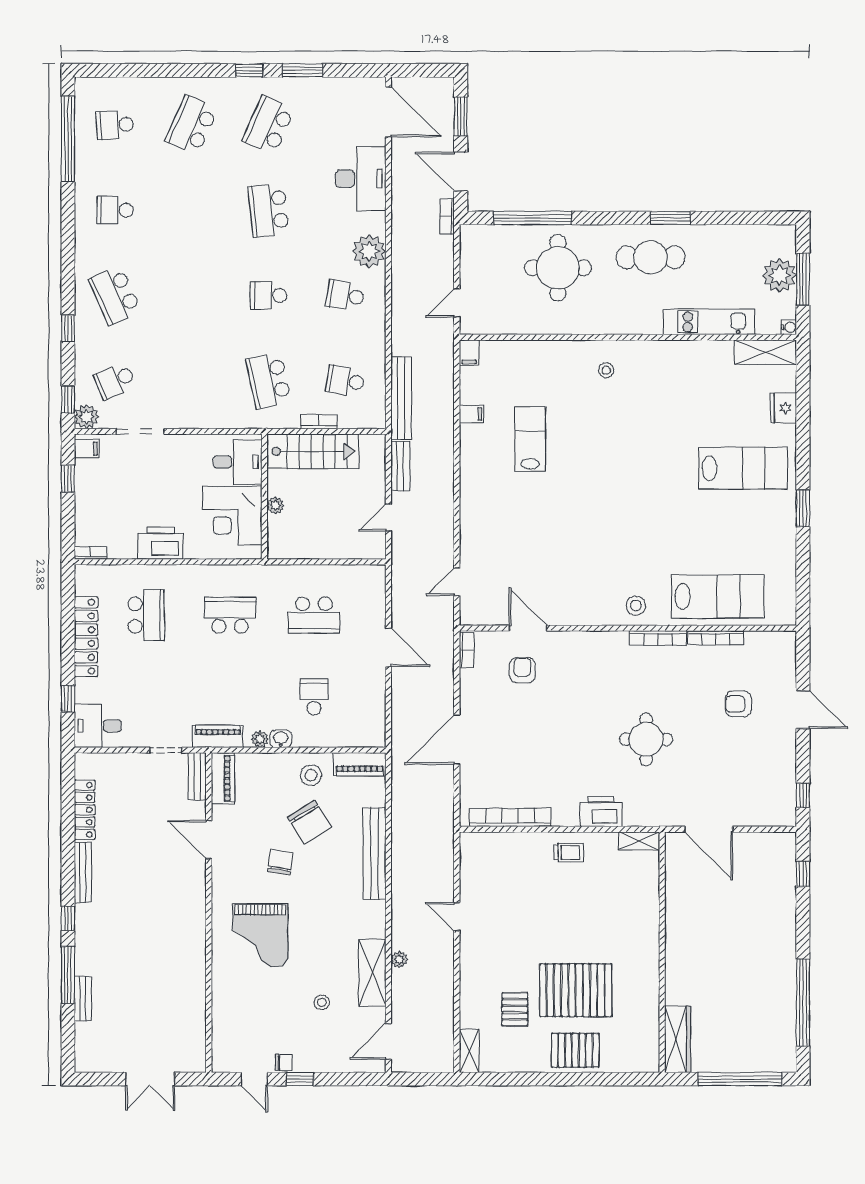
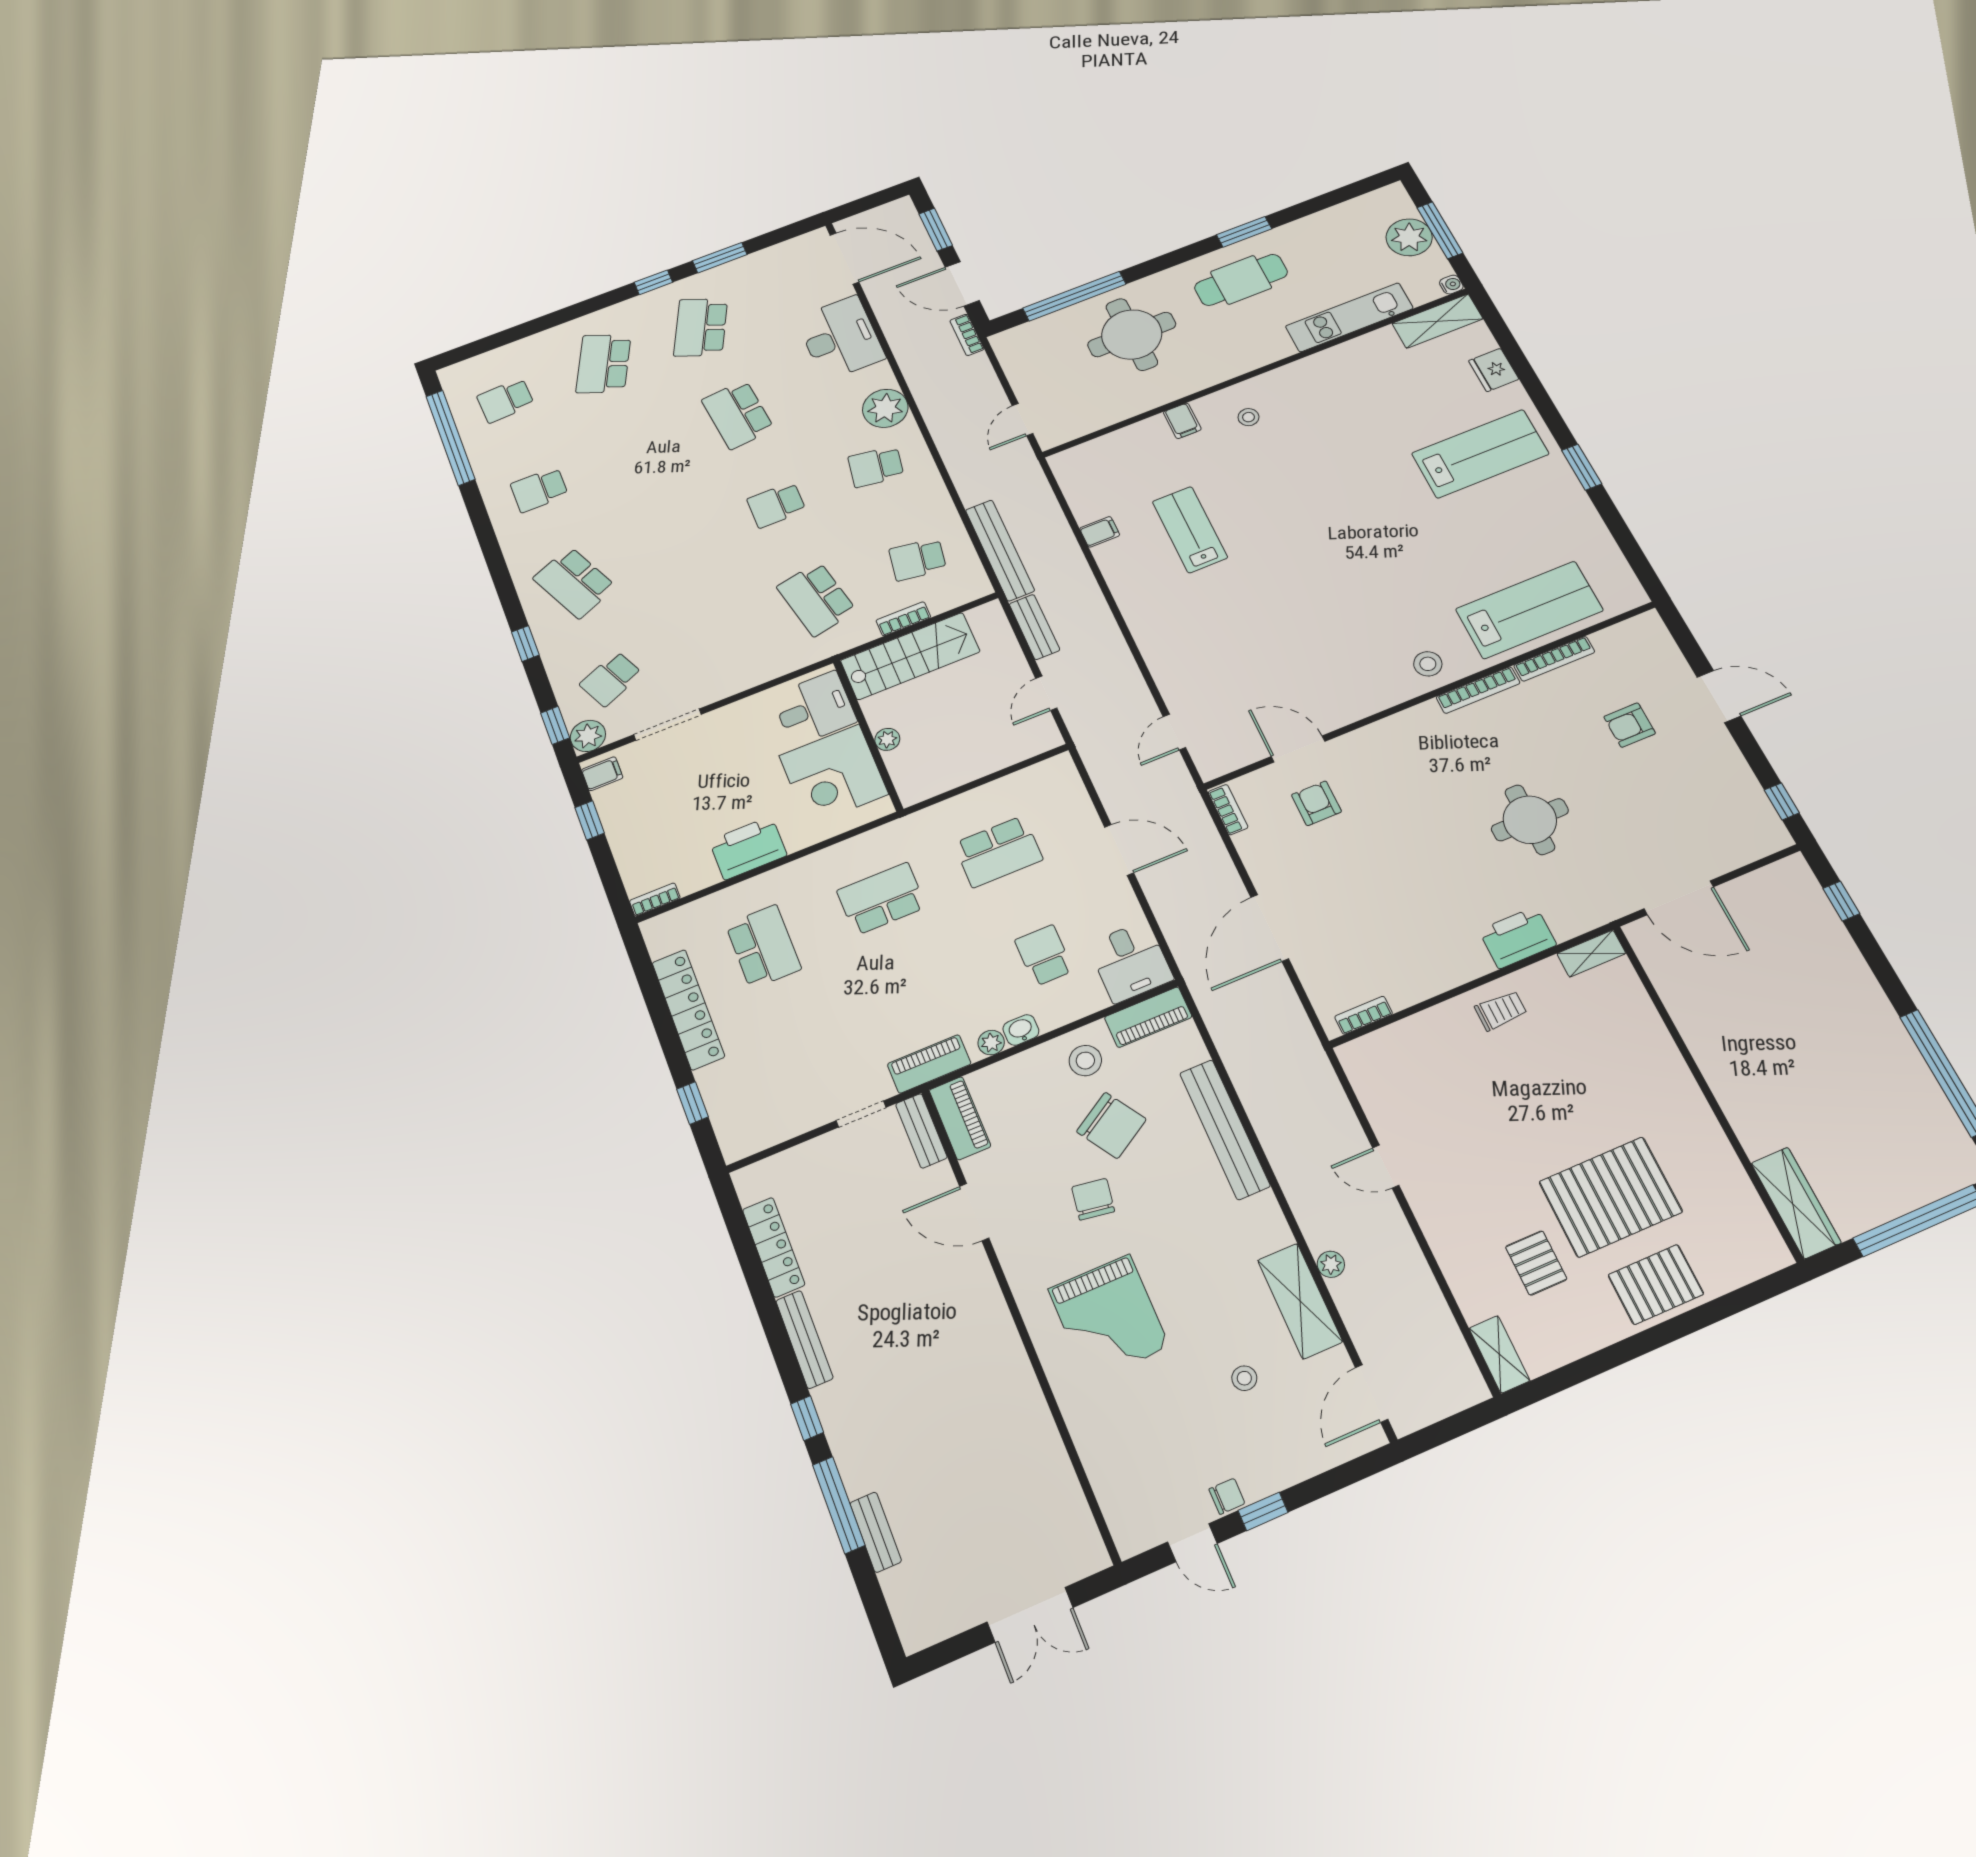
filing cabinet: (469, 353) -> (1182, 421), moved
desk: (98, 726) -> (1130, 962), moved, turned -90
bookcase: (510, 817) -> (1364, 1015), width x0.43, depth x0.76

